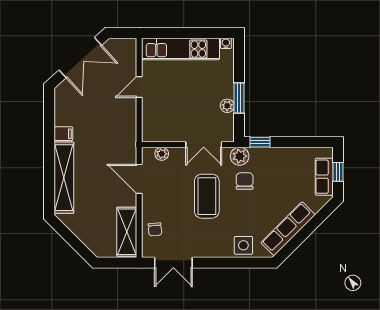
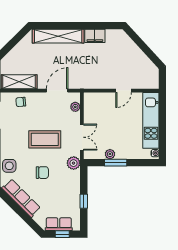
double door: (80, 58) -> (145, 48), removed
door: (139, 87) -> (124, 91), swing flipped
filing cabinet: (63, 134) -> (95, 36), width x2.00
window: (260, 142) -> (84, 201), moved
double door: (204, 145) -> (82, 137), swing flipped
chair: (245, 181) -> (42, 173), moved

